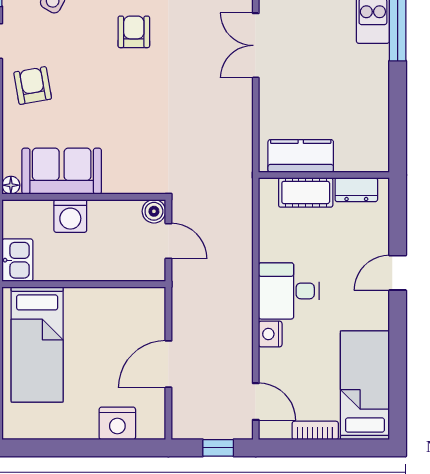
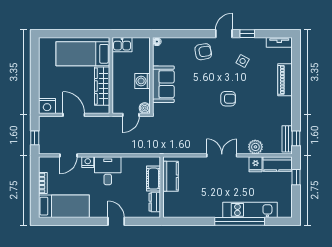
sofa: (62, 171) -> (163, 84), moved
washing machine: (70, 216) -> (143, 81), moved
wardrobe: (107, 303) -> (102, 86), added
door: (256, 402) -> (68, 155), moved
nightstand: (117, 423) -> (47, 106), moved, turned -90

